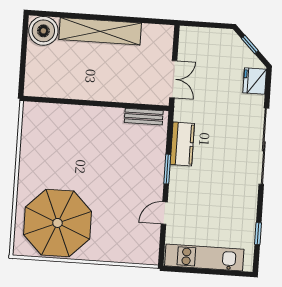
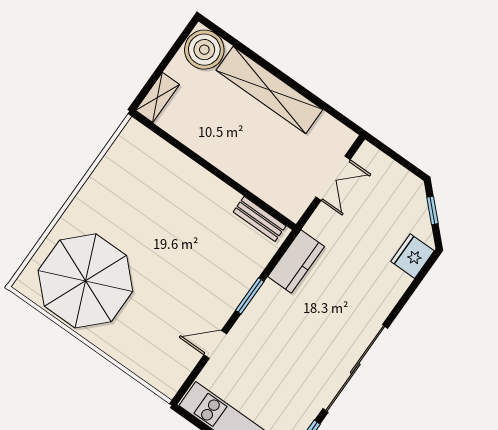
shelving: (32, 79) -> (158, 97), added
double door: (173, 79) -> (333, 178), moved
kitchen counter: (182, 144) -> (296, 262), moved
sliding door: (264, 146) -> (355, 368), moved

